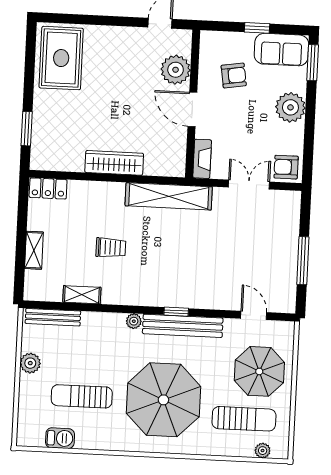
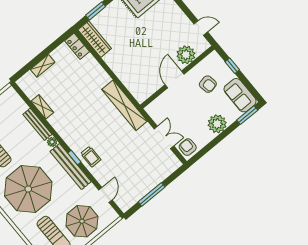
window: (257, 28) -> (232, 66), moved
fireplace: (202, 159) -> (156, 105), removed
wardrobe: (114, 163) -> (95, 39), moved
trolley: (111, 248) -> (91, 157), moved
bench: (53, 317) -> (37, 124), moved

